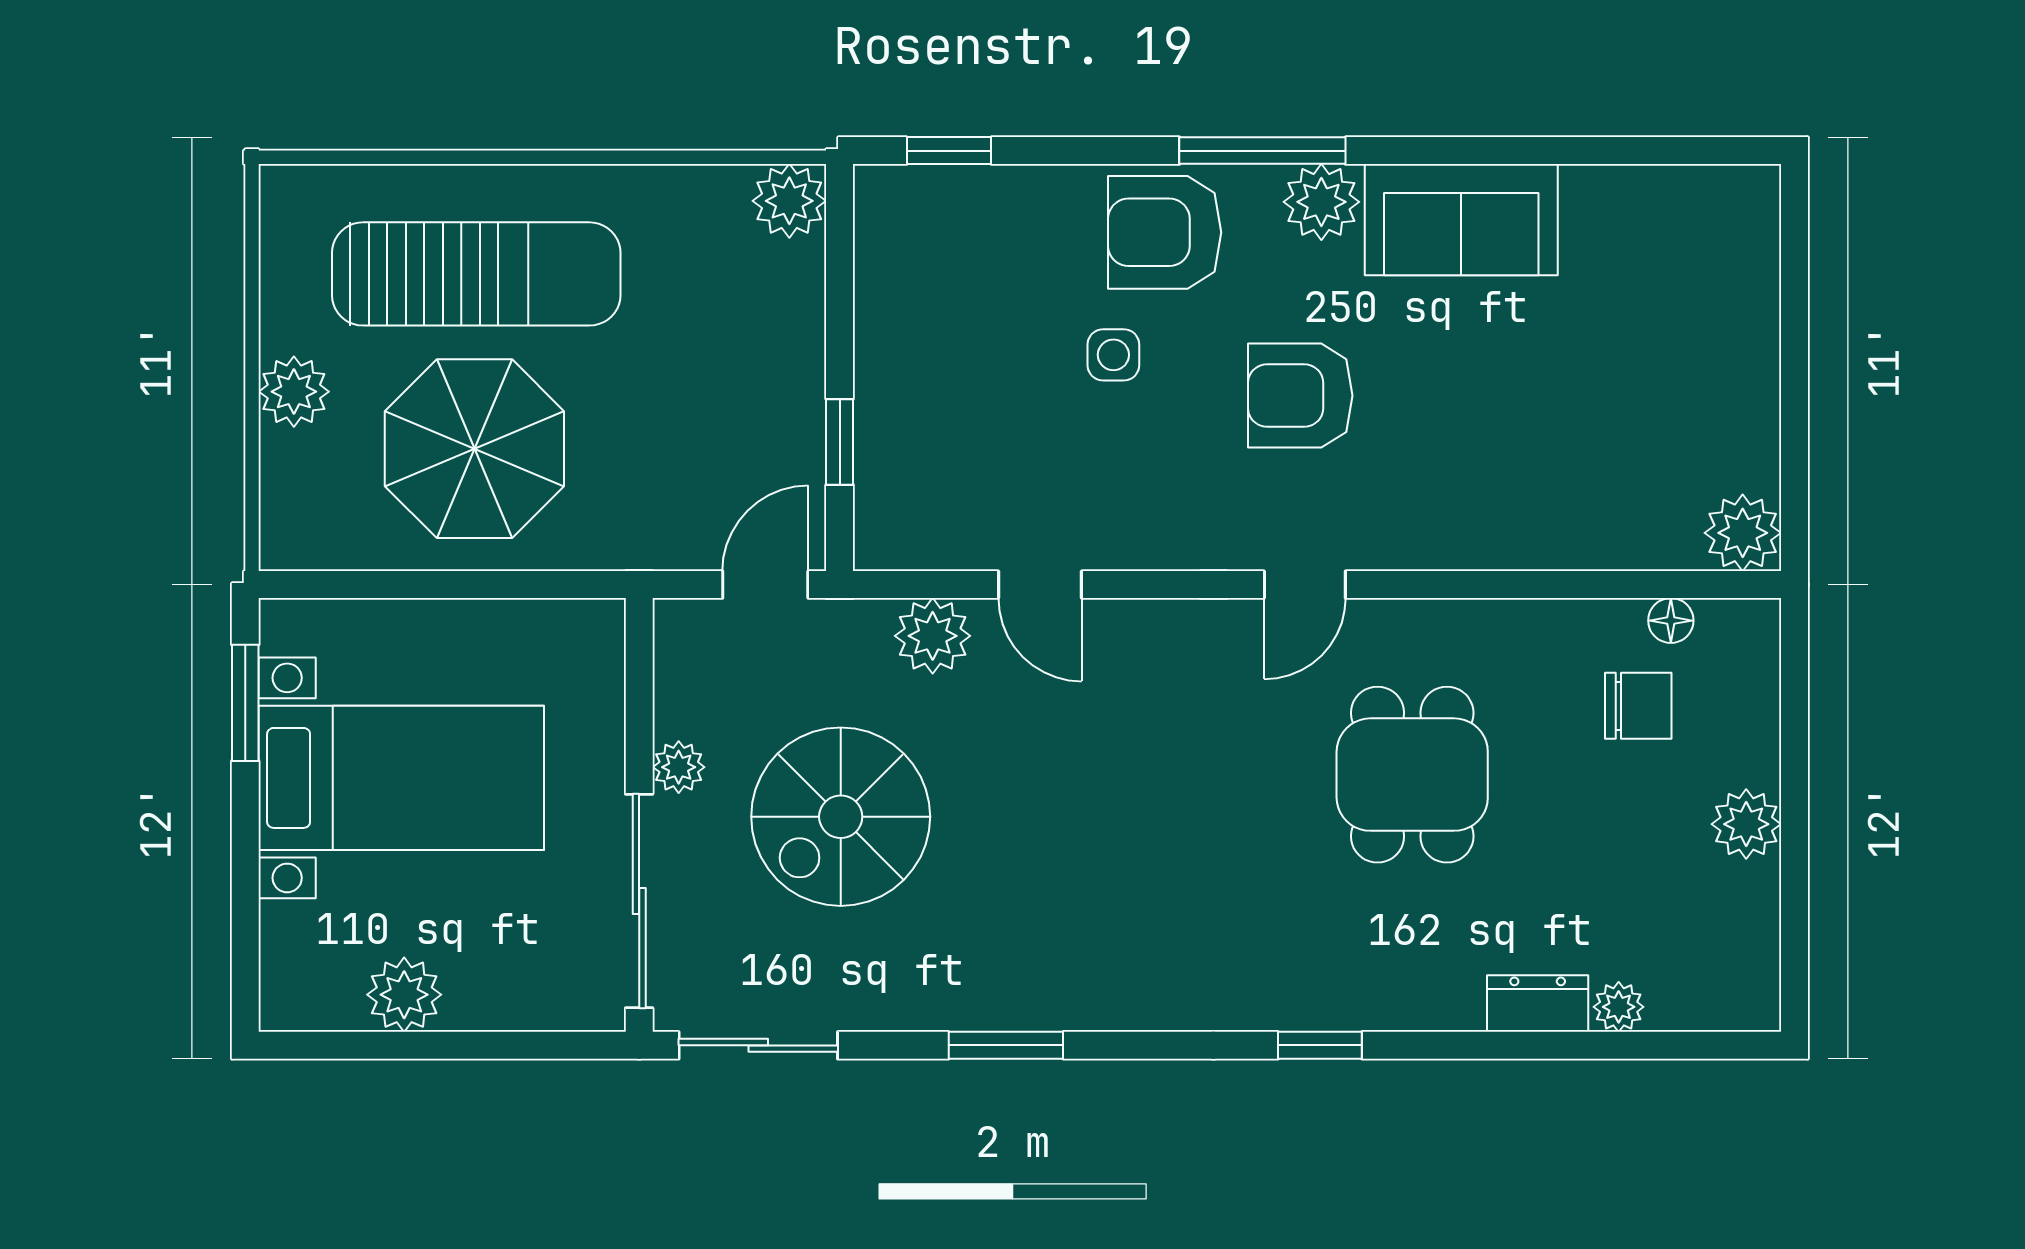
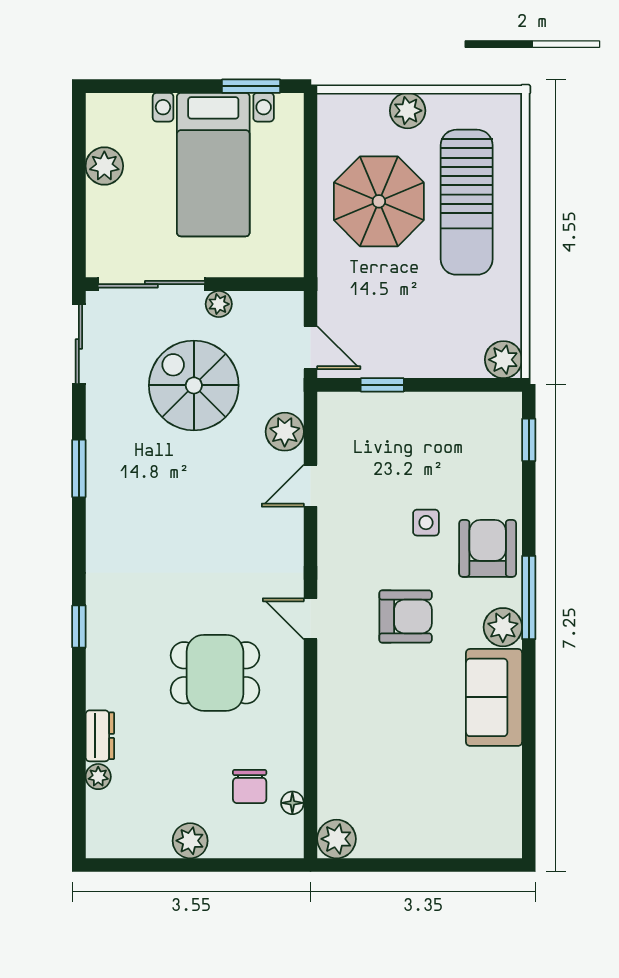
armchair: (1300, 396) -> (406, 616), turned 90

